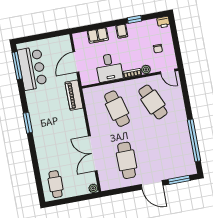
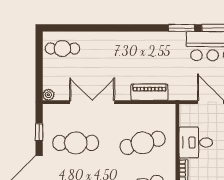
piano: (74, 95) -> (149, 92), moved
window: (28, 123) -> (182, 28), moved
window: (123, 190) -> (39, 132), added

